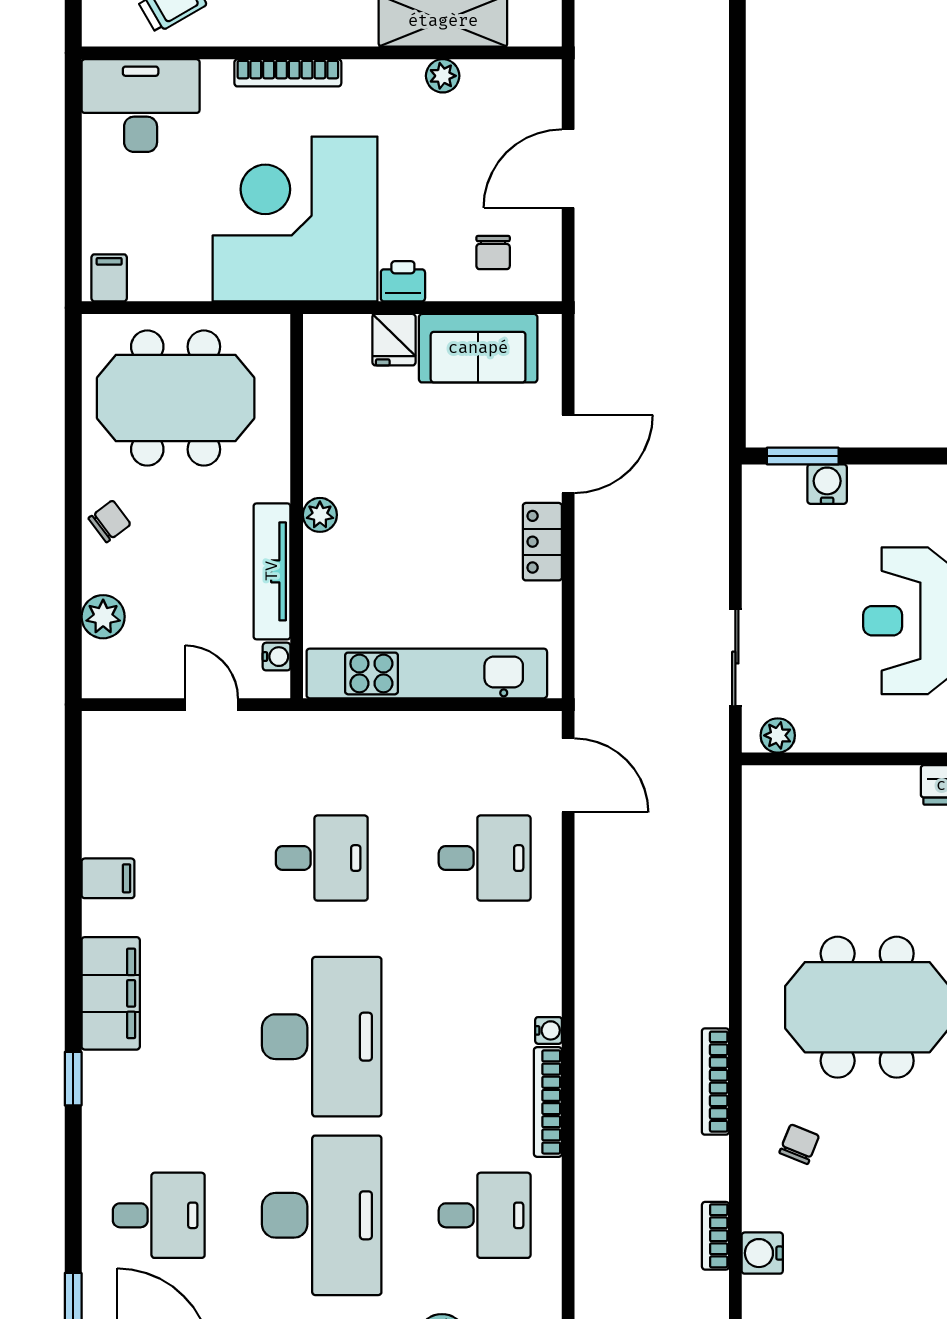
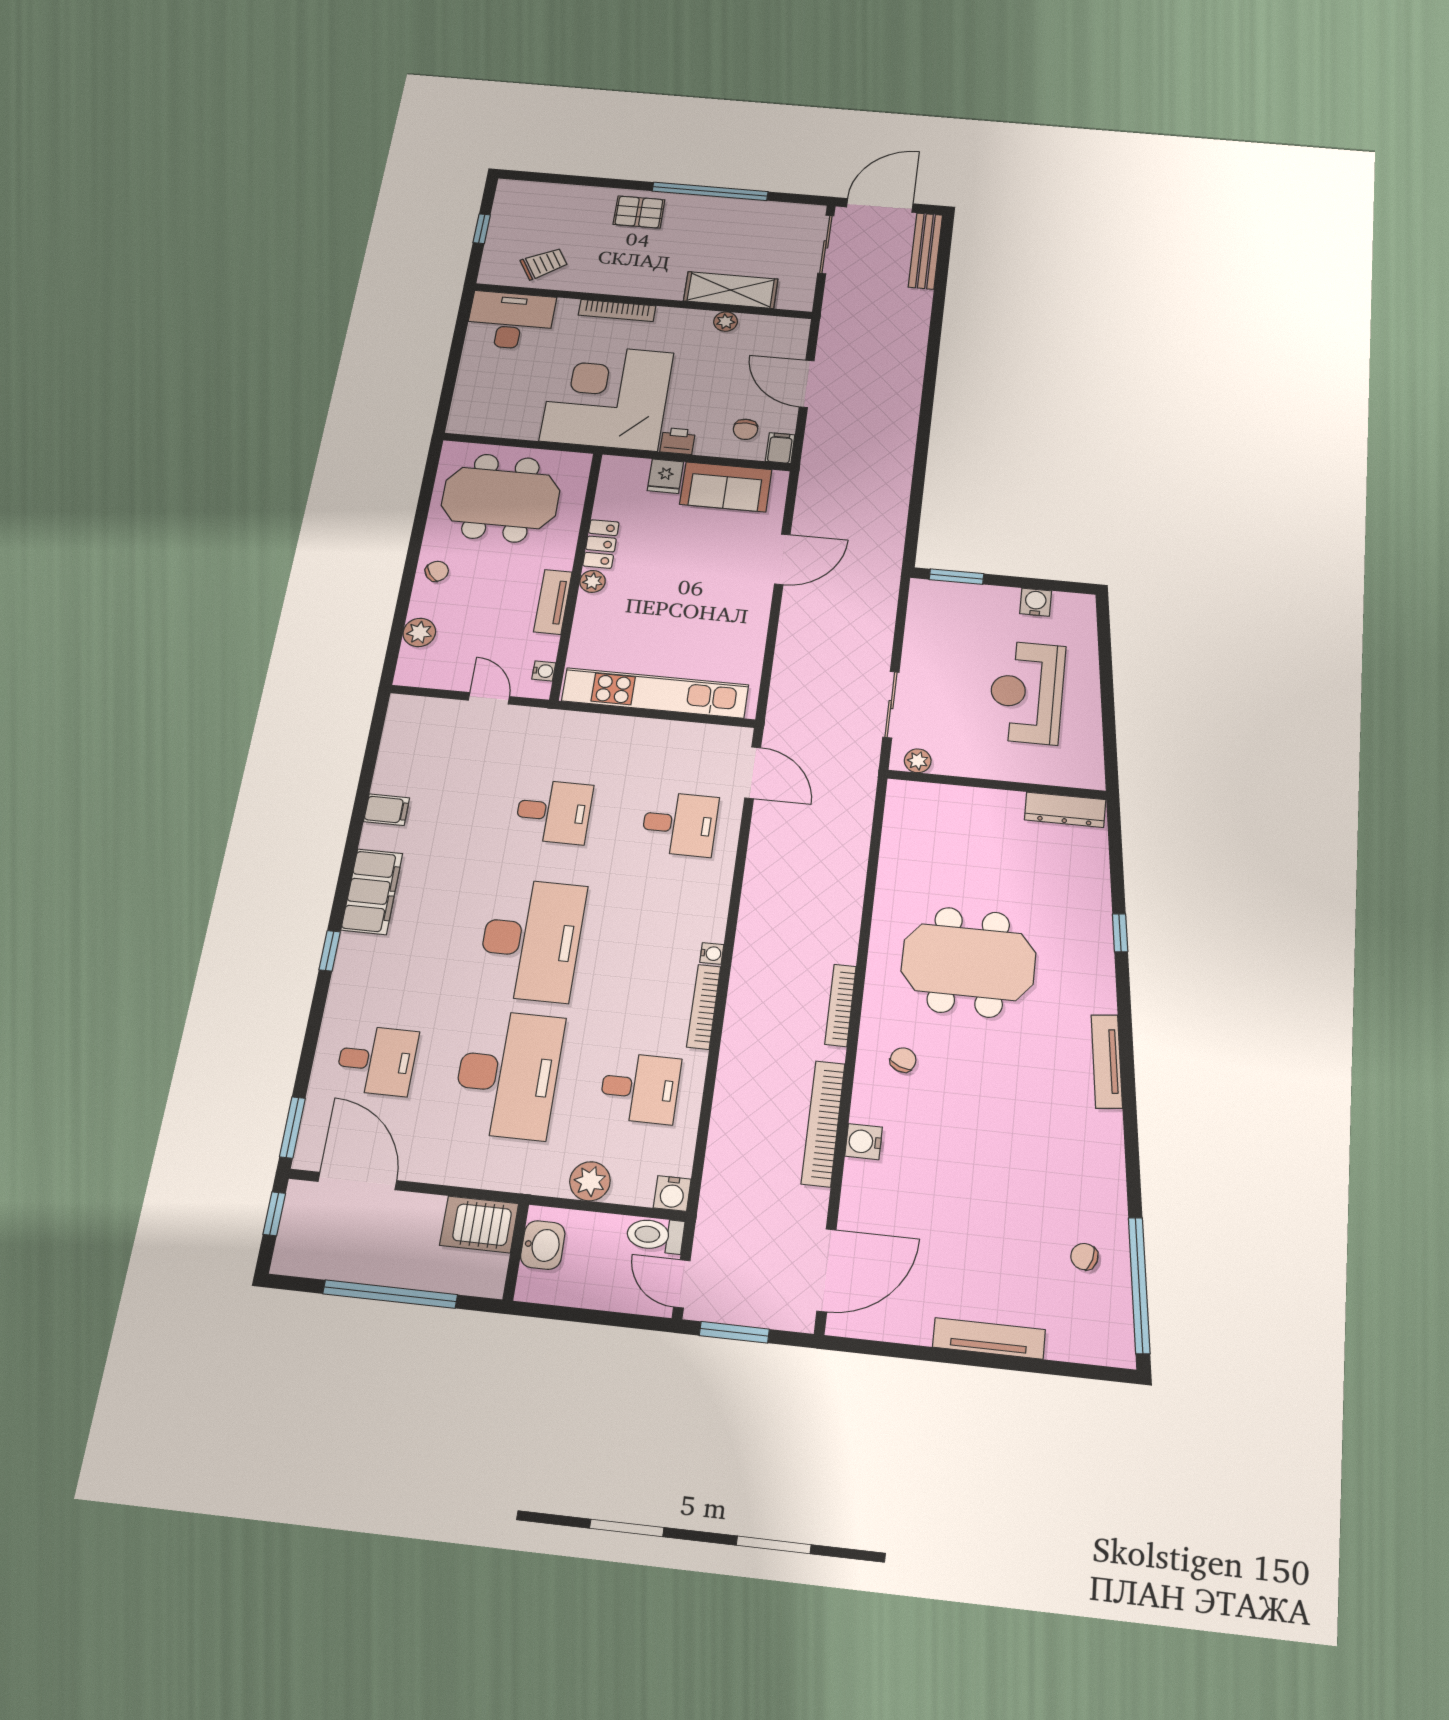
door: (568, 169) -> (807, 384), hinge flipped
filing cabinet: (109, 278) -> (780, 448), moved
water cooler: (827, 484) -> (1036, 602), moved
locker: (542, 542) -> (601, 544), moved, turned 180
tv unit: (272, 571) -> (553, 602), width x0.71
bookcase: (715, 1236) -> (823, 1124), width x2.31, depth x1.31

